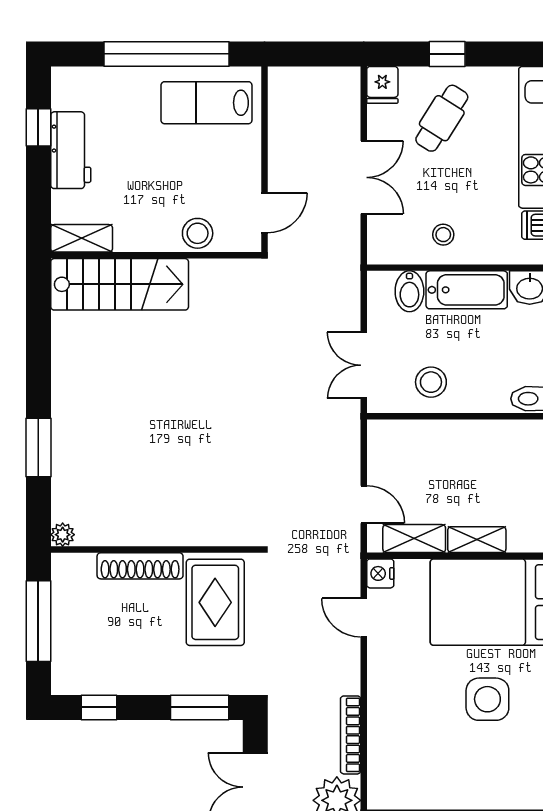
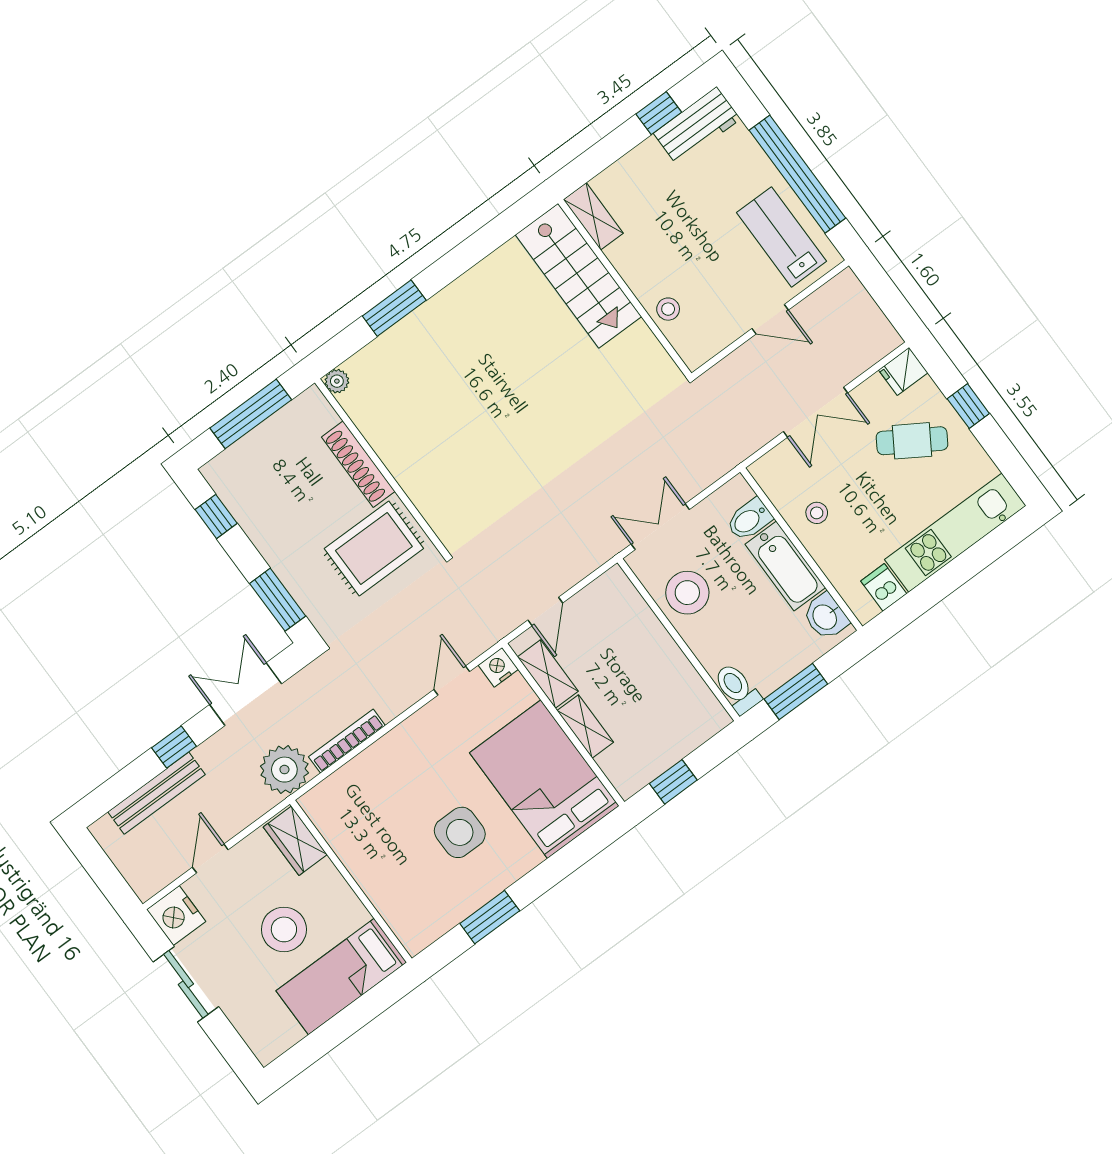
workbench: (71, 150) -> (697, 126), moved
door: (265, 213) -> (770, 319), moved
stool: (198, 233) -> (668, 309), width x0.73, depth x0.73
stool: (431, 382) -> (687, 593), width x1.38, depth x1.38

